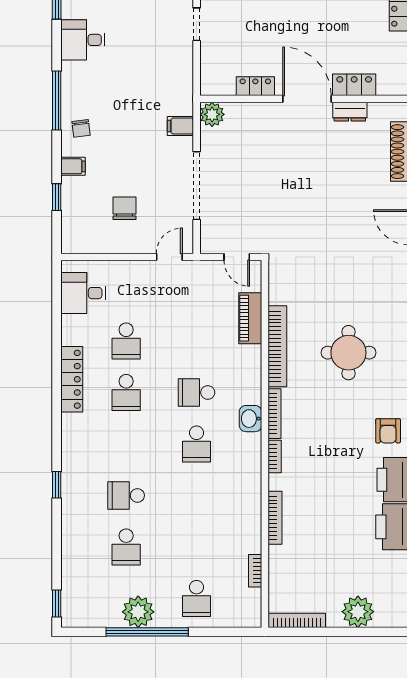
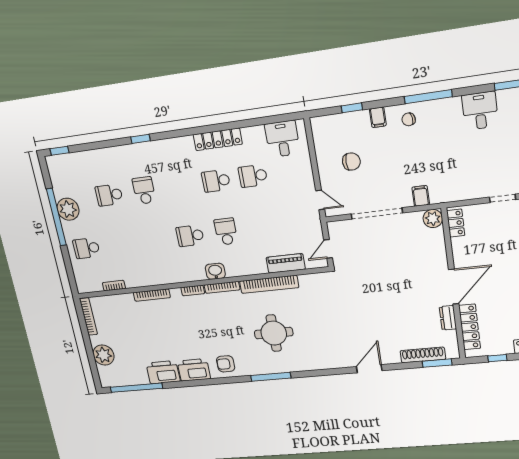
locker: (354, 85) -> (470, 327), width x1.53
locker: (255, 86) -> (456, 223), moved

